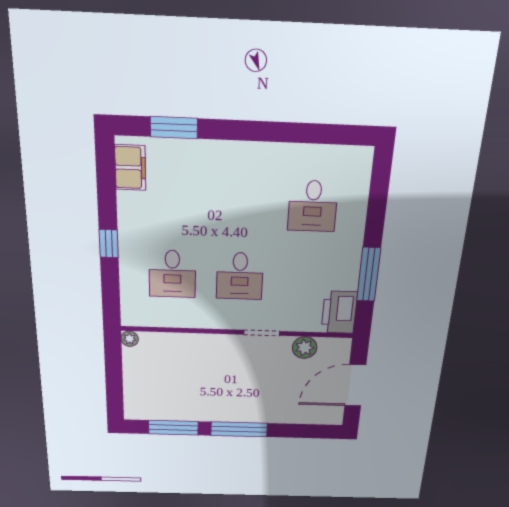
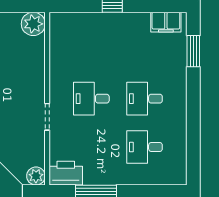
desk: (172, 274) -> (144, 99), moved
plant: (130, 339) -> (33, 24), width x1.87, depth x1.87
plant: (305, 348) -> (36, 176), moved

